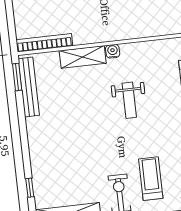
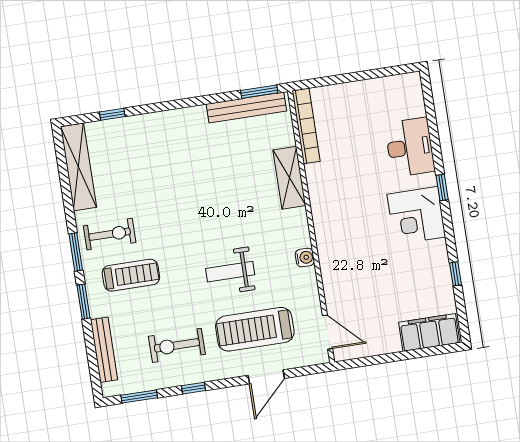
water cooler: (113, 51) -> (305, 258), moved
weight bench: (129, 100) -> (230, 272), moved

